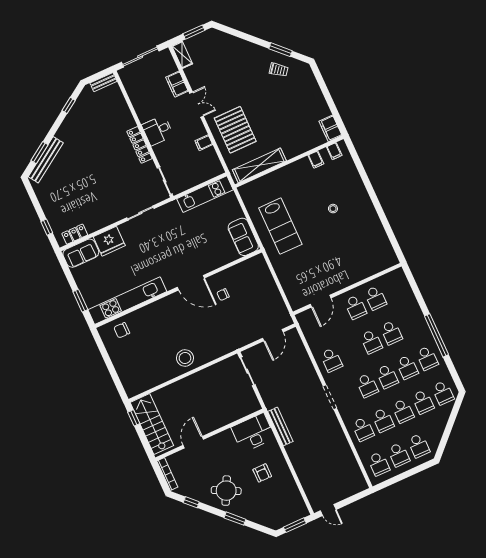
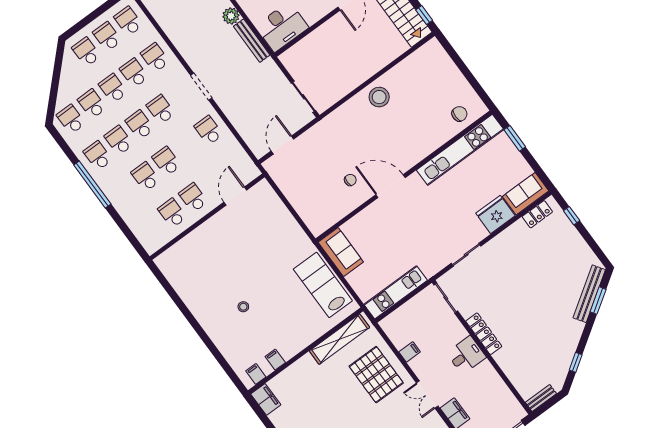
lab bench: (280, 226) -> (323, 285), moved
plant: (293, 450) -> (231, 16), added

